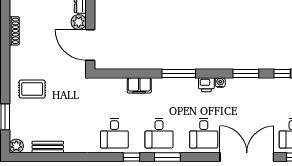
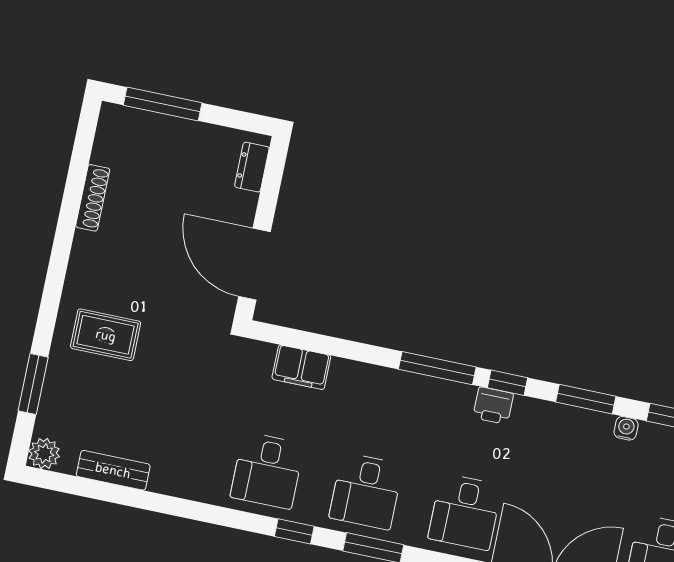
plant: (79, 22) -> (239, 208), removed
window: (211, 73) -> (508, 383), added
water cooler: (220, 82) -> (626, 428), moved
filing cabinet: (139, 85) -> (301, 367), moved

